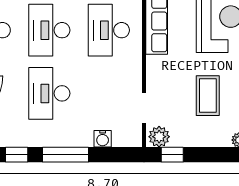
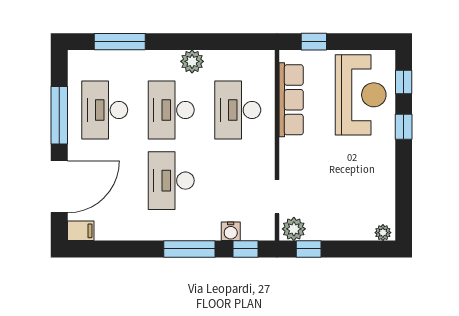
coffee table: (208, 96) -> (348, 183), removed
window: (17, 155) -> (246, 249), moved

